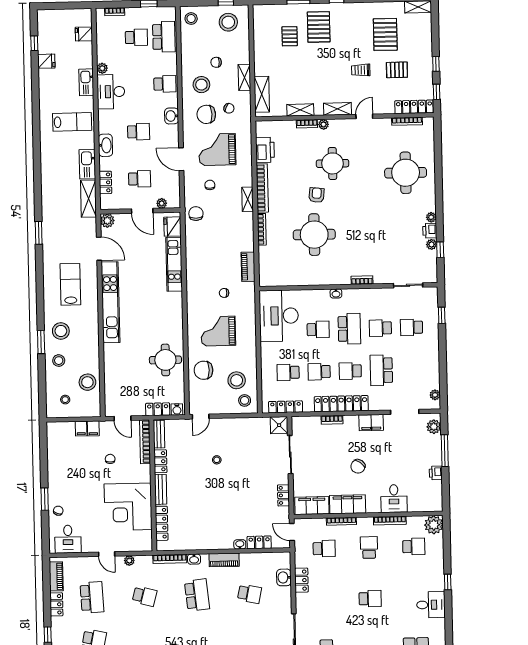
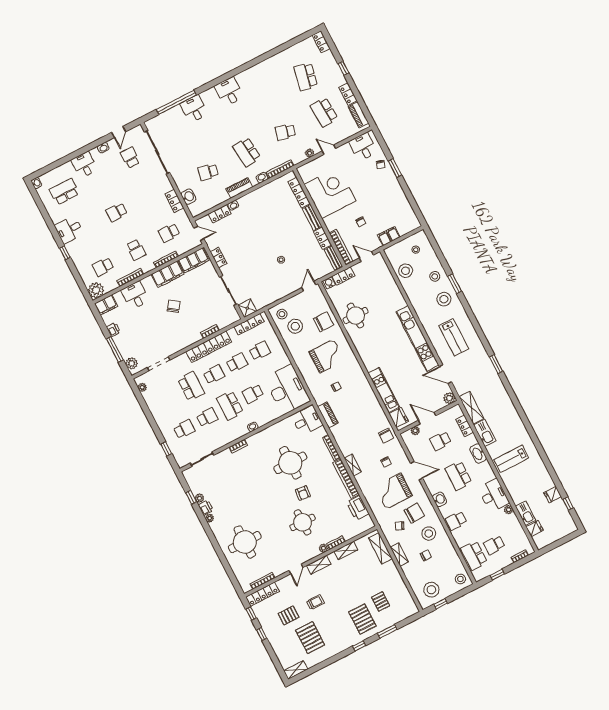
kitchen sink: (86, 82) -> (525, 513), moved
school desk: (138, 132) -> (458, 476), width x1.85
grand piano: (217, 150) -> (393, 491), turned 180
desk: (274, 272) -> (307, 420), added
filing cabinet: (371, 423) -> (106, 305), moved, turned 180

